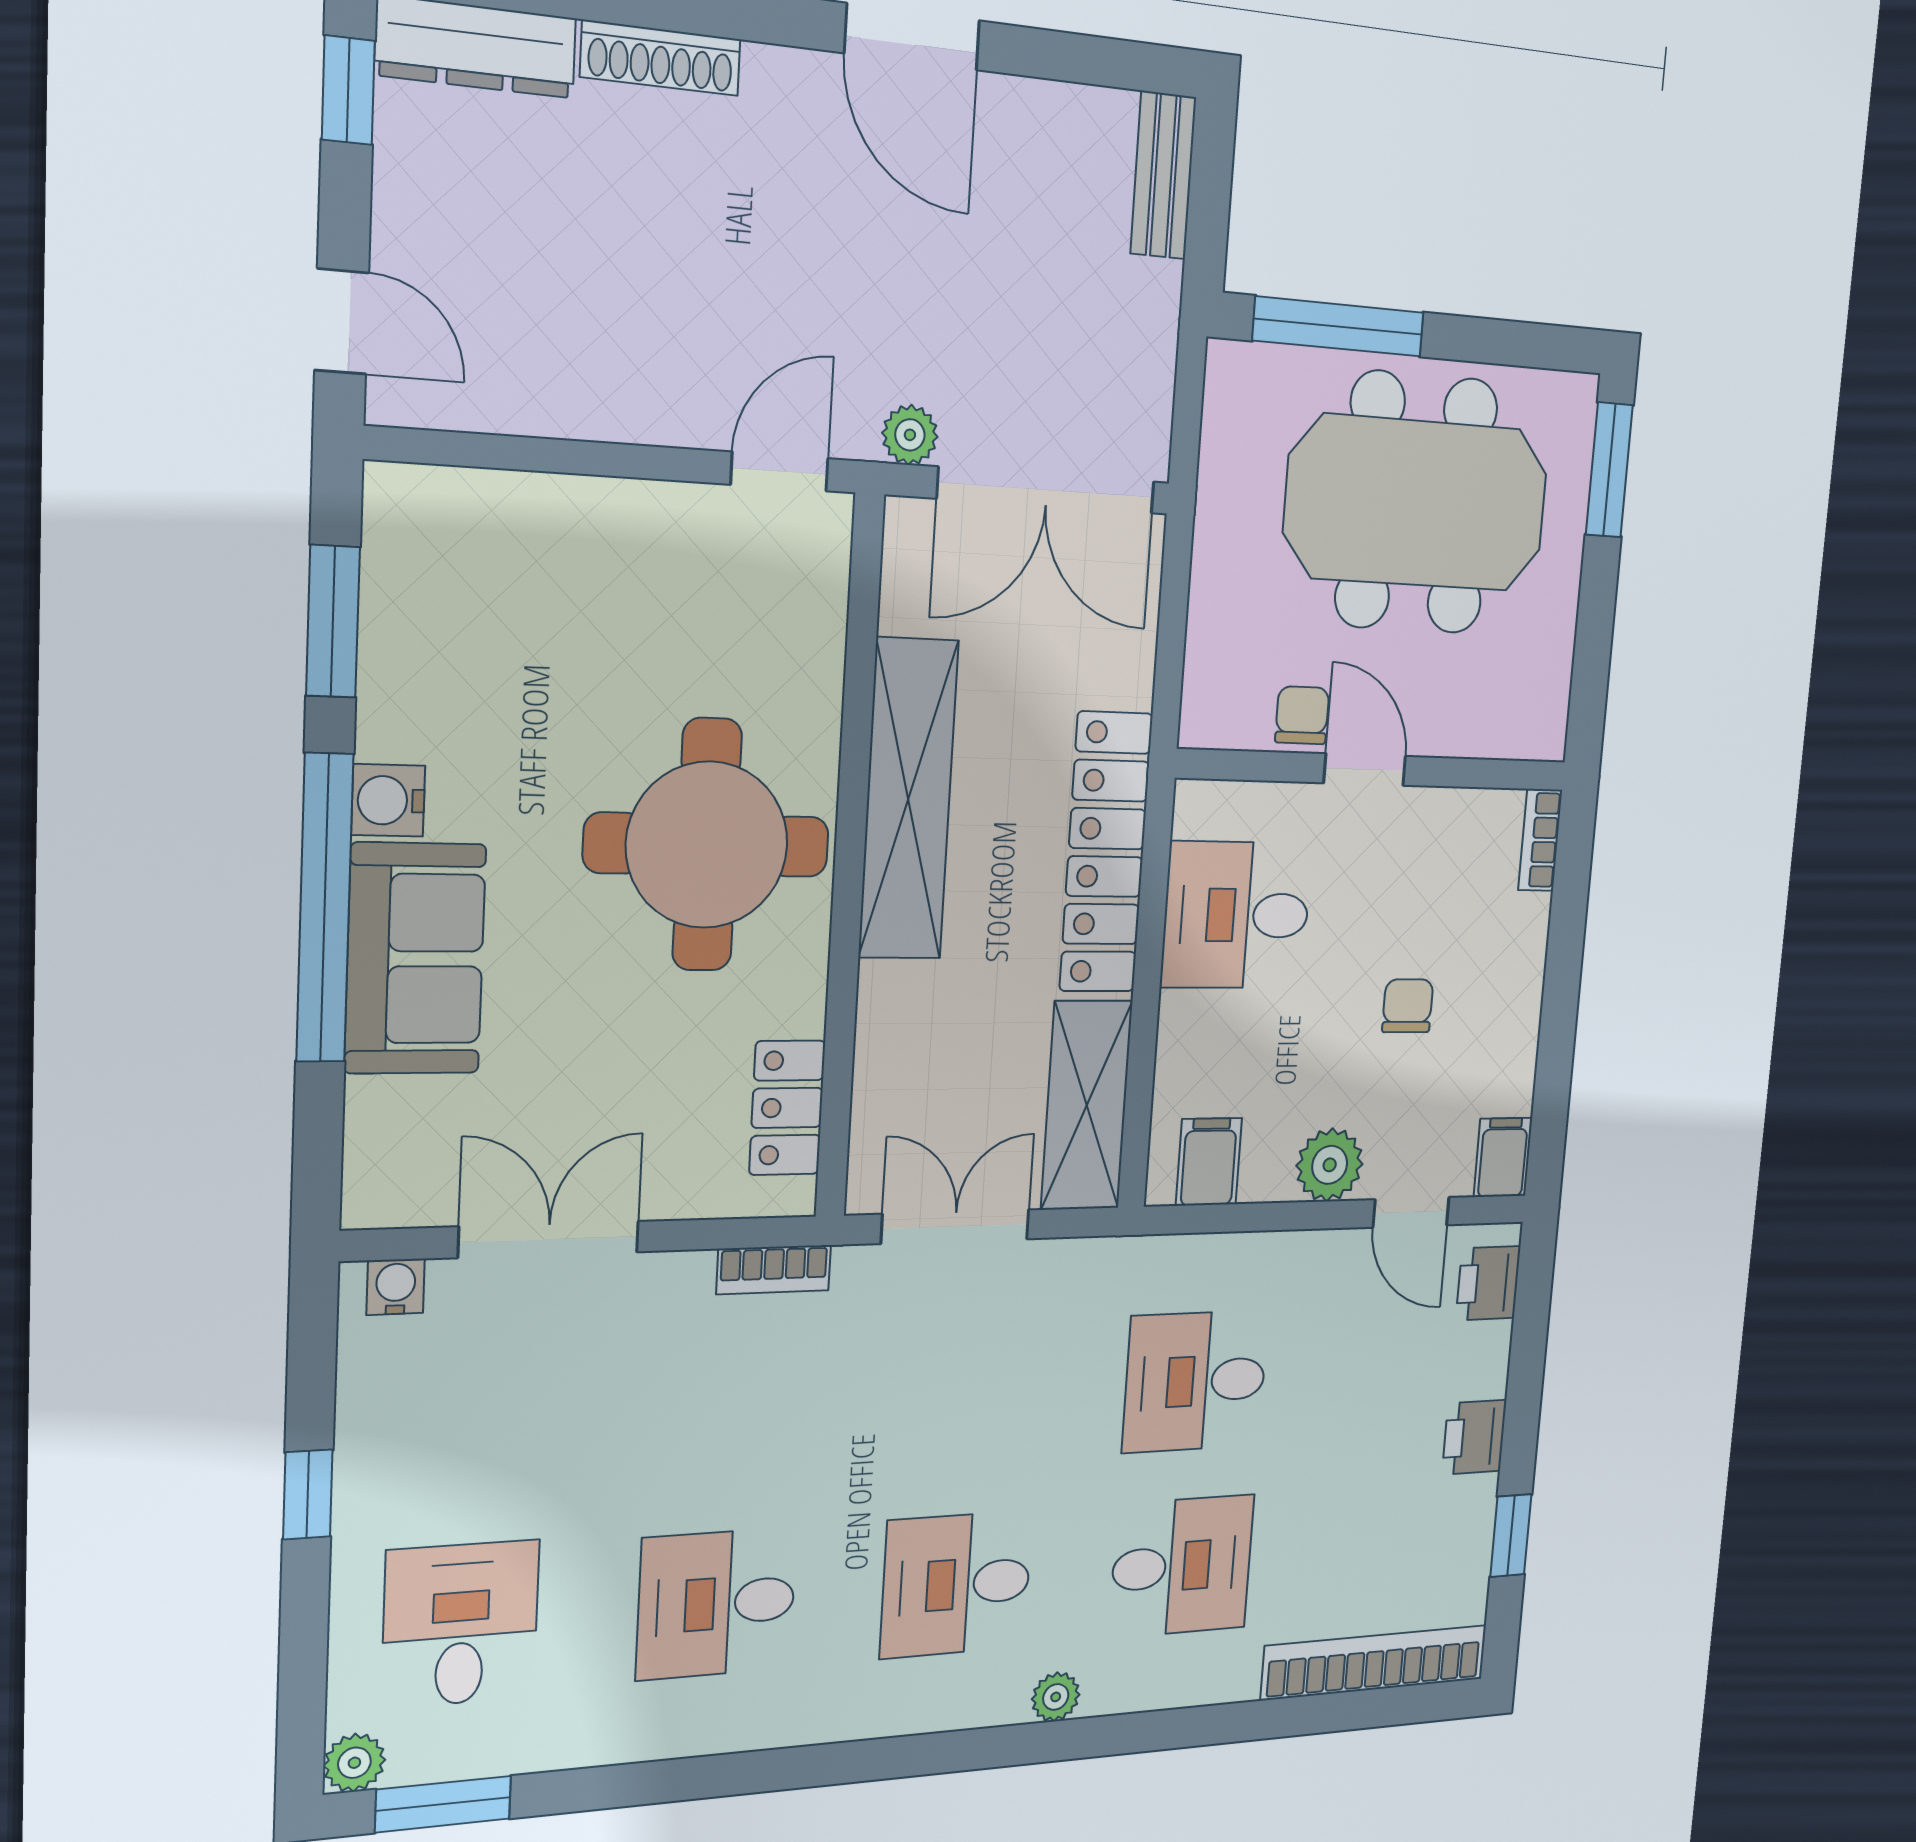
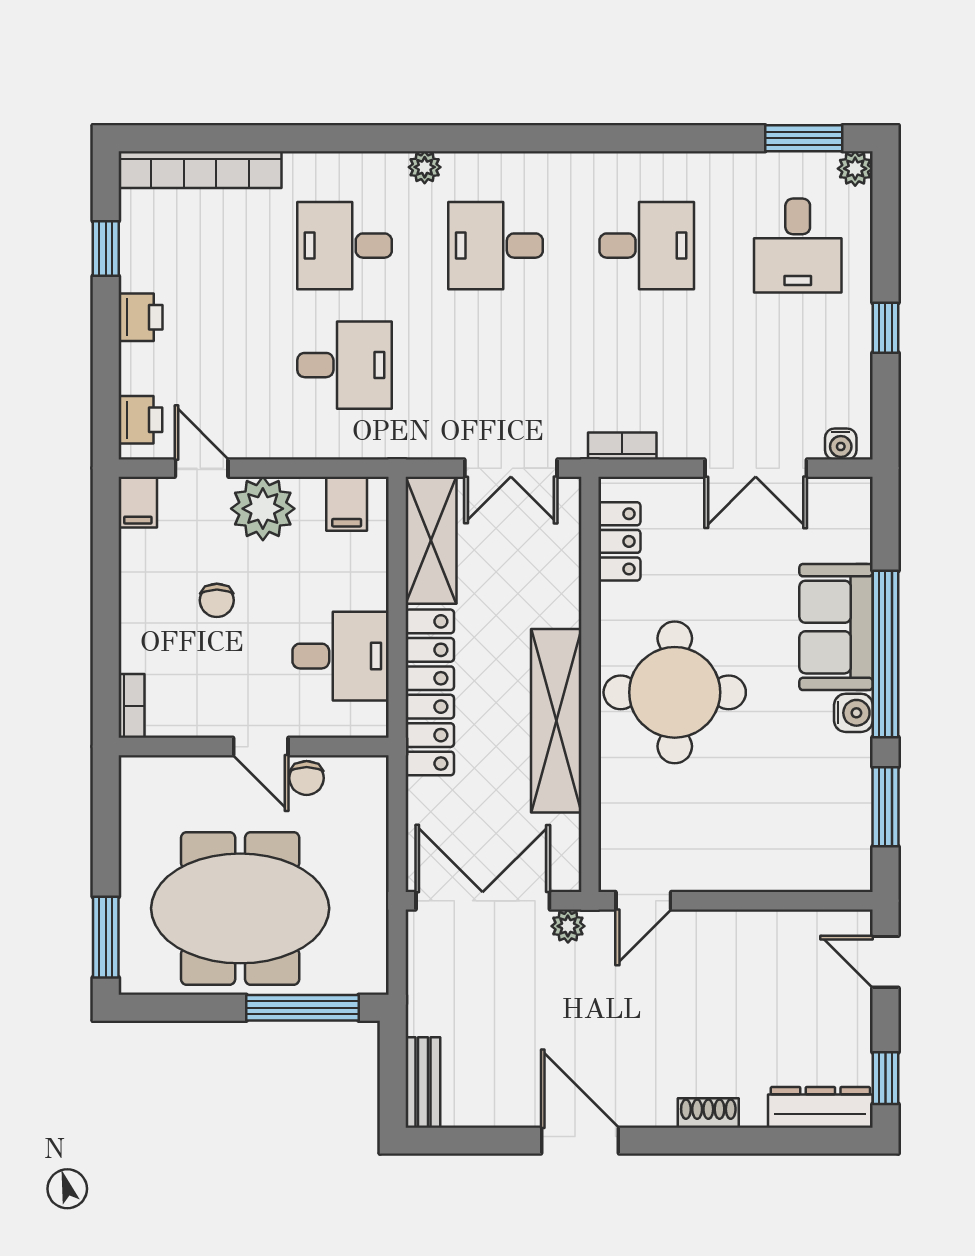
shoe rack: (661, 58) -> (708, 1113), width x0.70
plant: (1330, 1165) -> (263, 509), width x1.36, depth x1.36
desk: (956, 1584) -> (496, 246), turned 180

